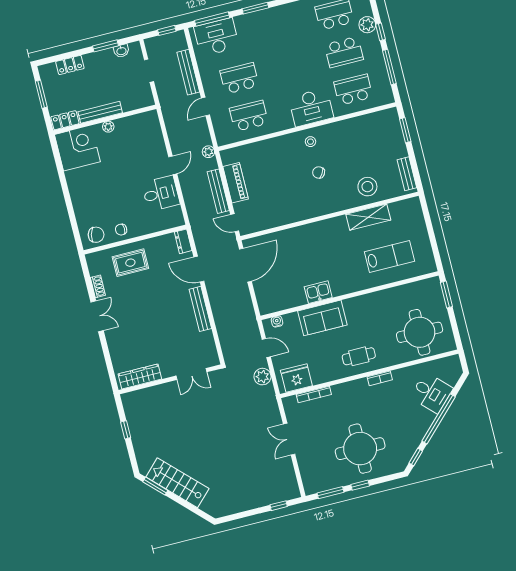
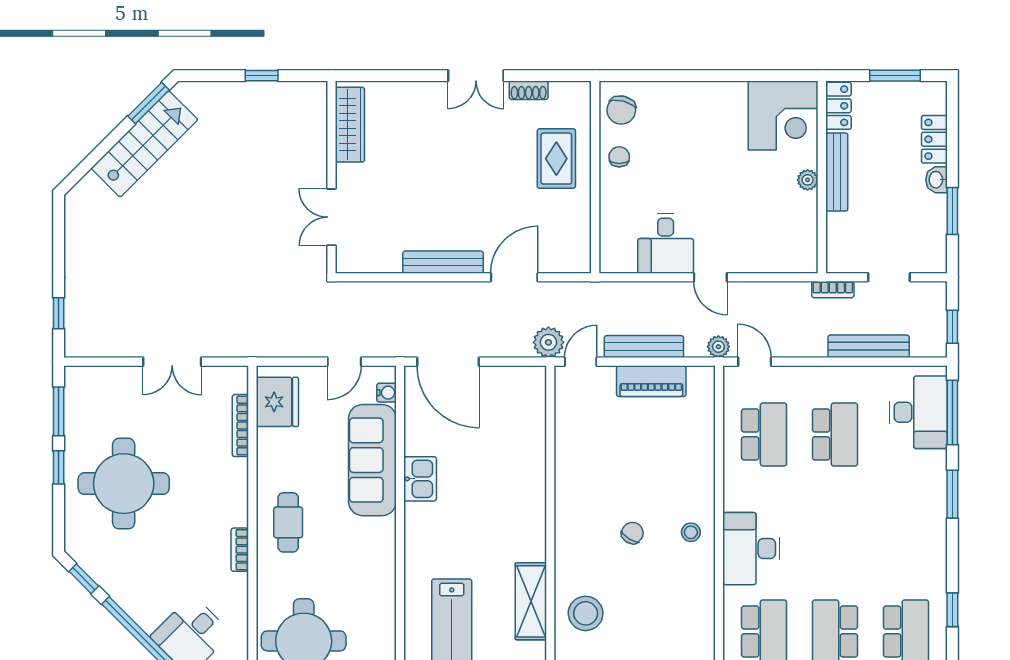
washbasin: (121, 51) -> (936, 180), moved
bookcase: (163, 99) -> (833, 290), added
door: (205, 106) -> (755, 362), moved
dresser: (183, 241) -> (571, 262), removed
door: (245, 265) -> (448, 362), moved
sofa: (322, 318) -> (372, 460), width x1.36
plant: (262, 377) -> (548, 342), moved
double door: (289, 439) -> (172, 362), swing flipped

